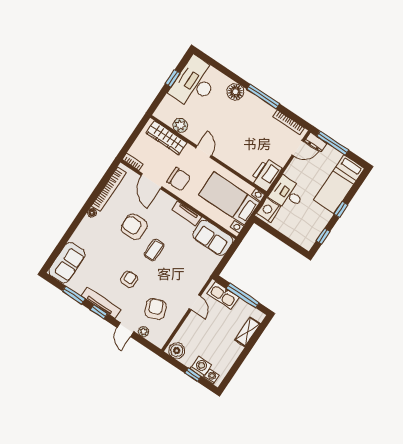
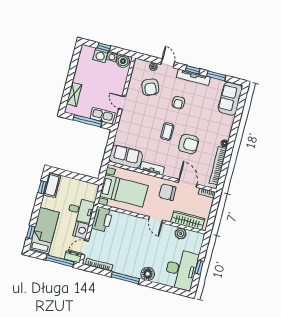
nightstand: (269, 210) -> (81, 230), moved
window: (341, 210) -> (31, 232), moved
cot: (311, 235) -> (52, 185), added
washing machine: (211, 377) -> (112, 56), moved

